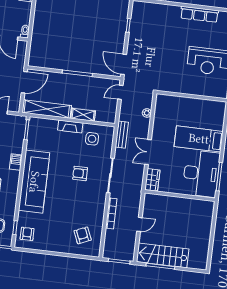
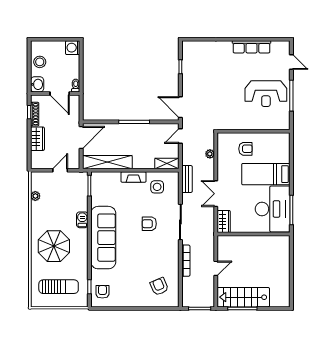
armchair: (182, 112) -> (245, 149), added
shelving: (83, 115) -> (167, 163), moved

